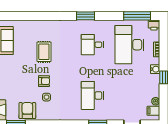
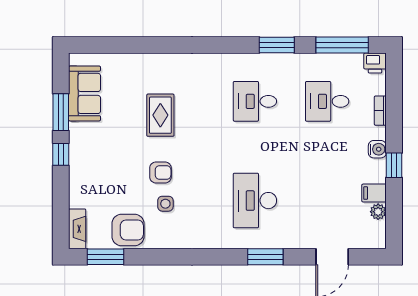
window: (86, 16) -> (277, 45), moved
desk: (129, 45) -> (327, 101), width x0.53, depth x0.77
armchair: (27, 111) -> (128, 230), turned 90
filing cabinet: (153, 111) -> (374, 193), moved

